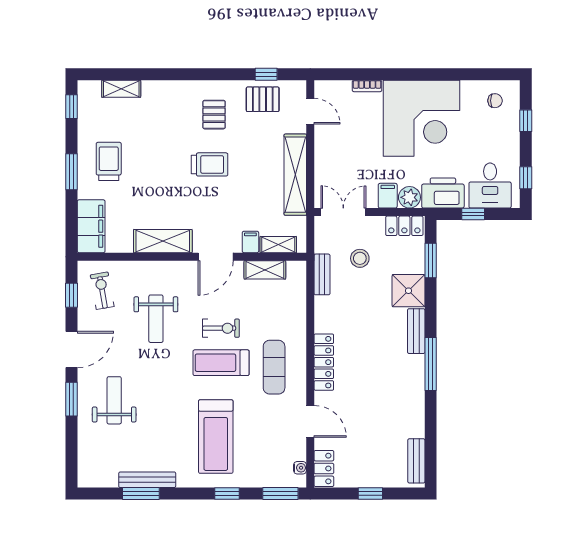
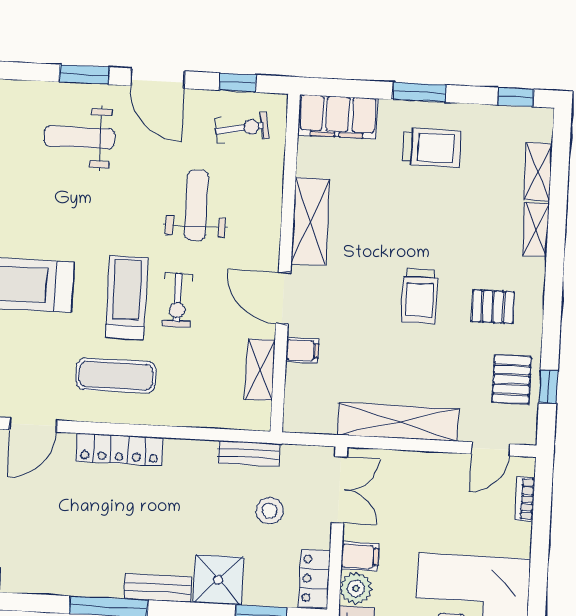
bookcase: (367, 86) -> (525, 499), moved
shelving: (278, 245) -> (536, 229), moved
weight bench: (156, 319) -> (197, 205), turned 90
weight bench: (114, 400) -> (79, 137), turned 180

